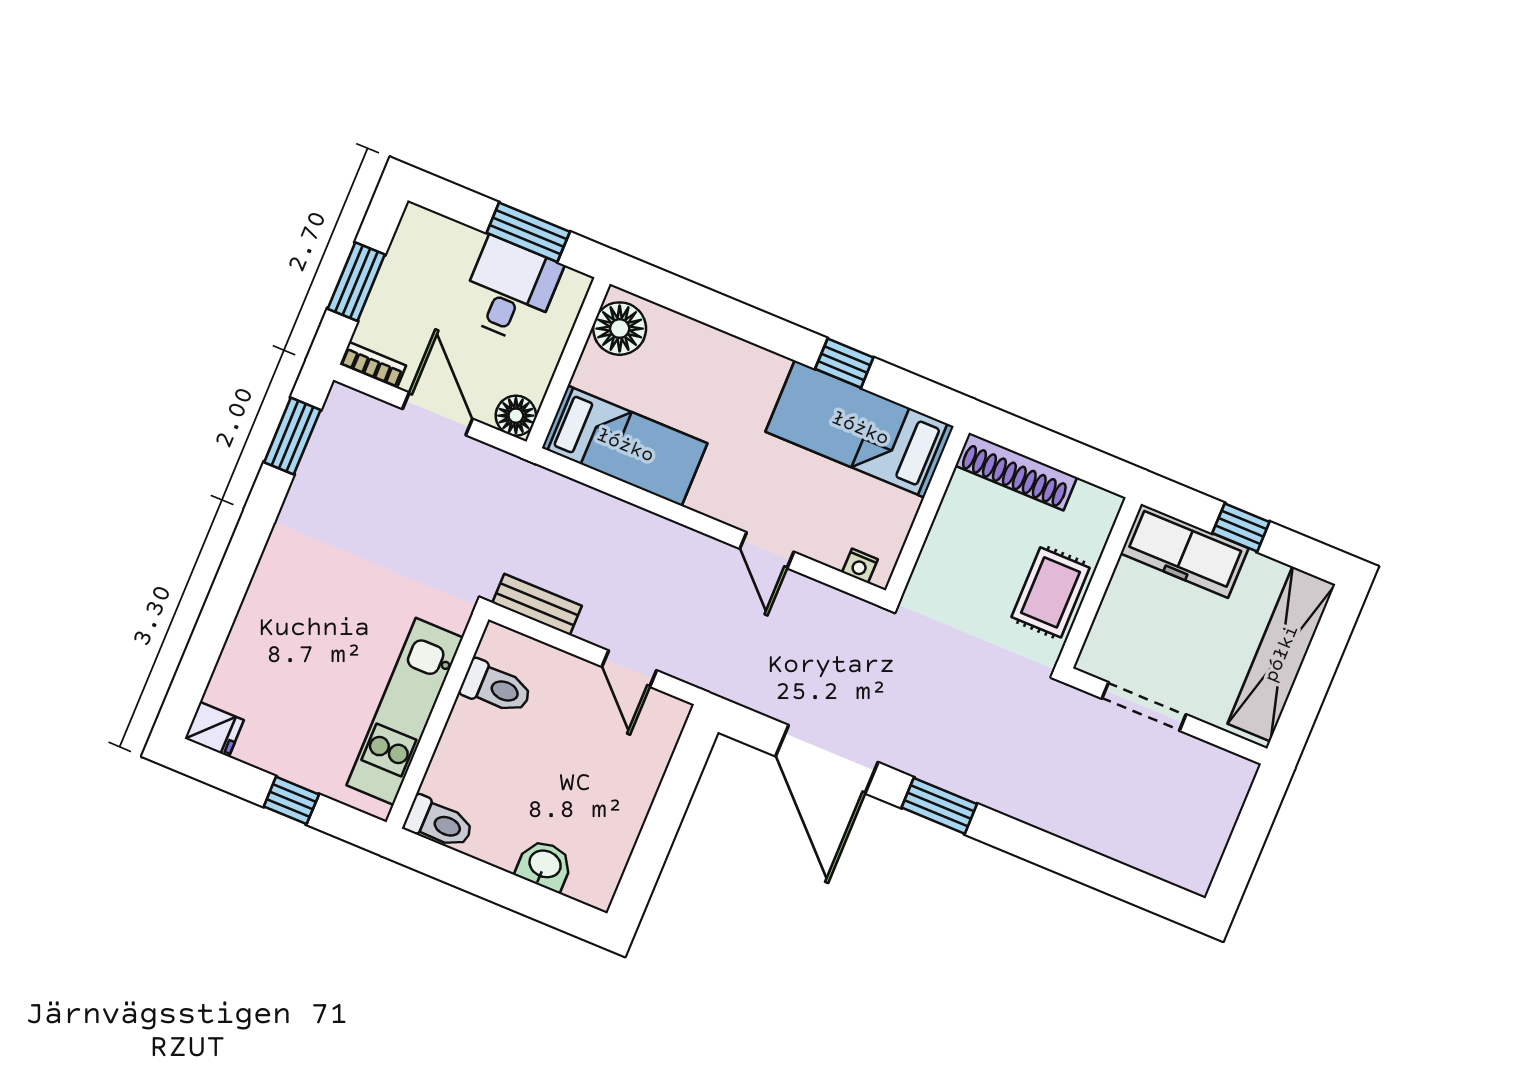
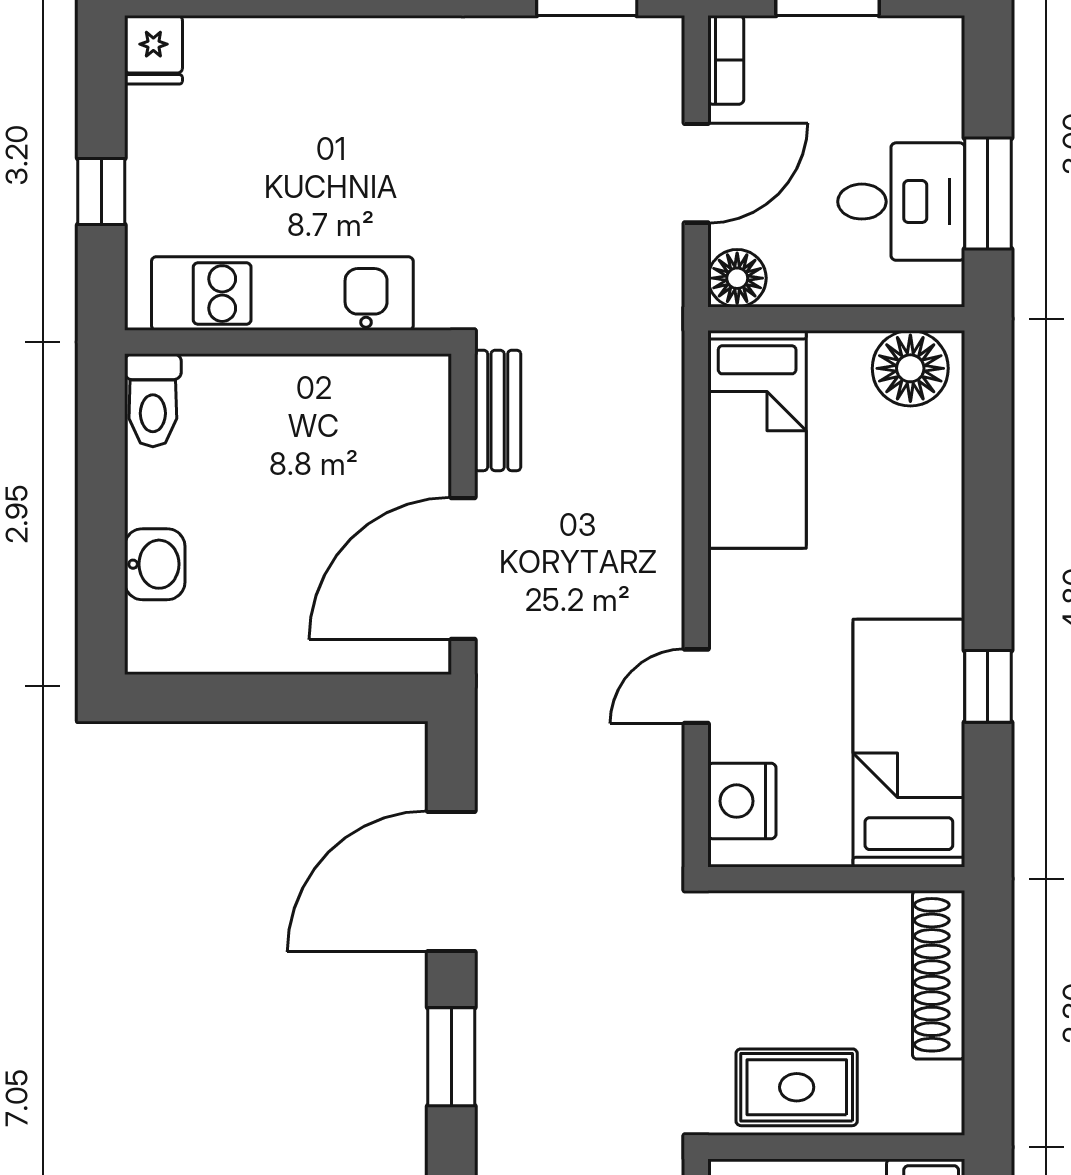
nightstand: (860, 566) -> (742, 801), width x1.89, depth x1.79
door: (629, 669) -> (463, 568), width x1.87
toilet: (496, 687) -> (365, 402), removed

